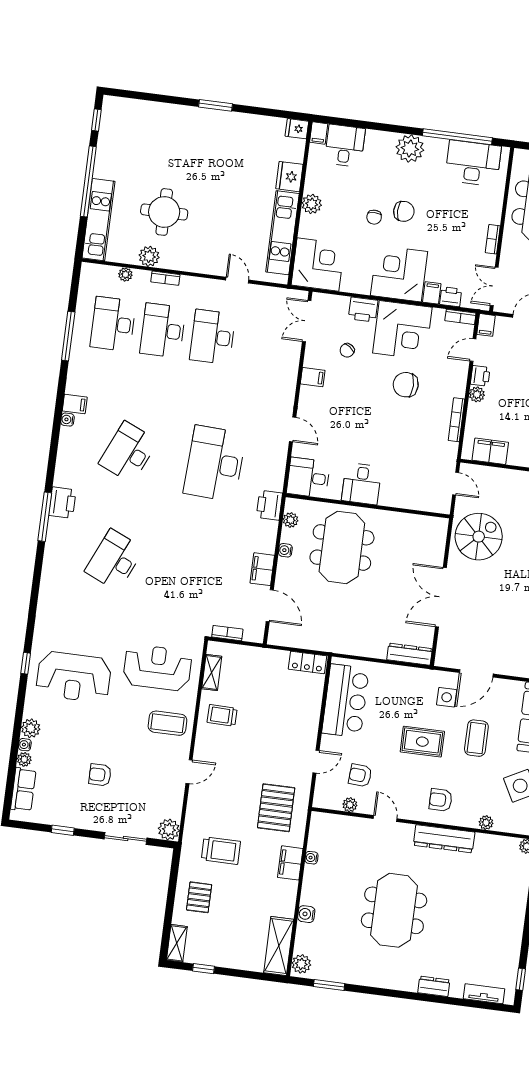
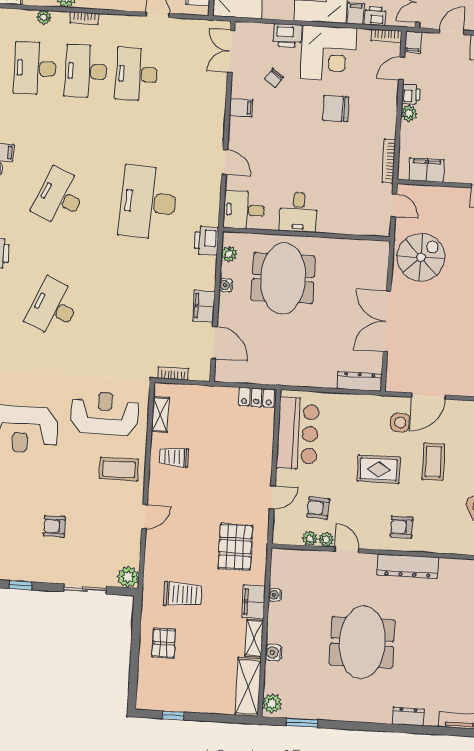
bookcase: (456, 420) -> (389, 161), moved
plant: (486, 823) -> (326, 540), moved
shelving: (177, 943) -> (254, 638), moved

